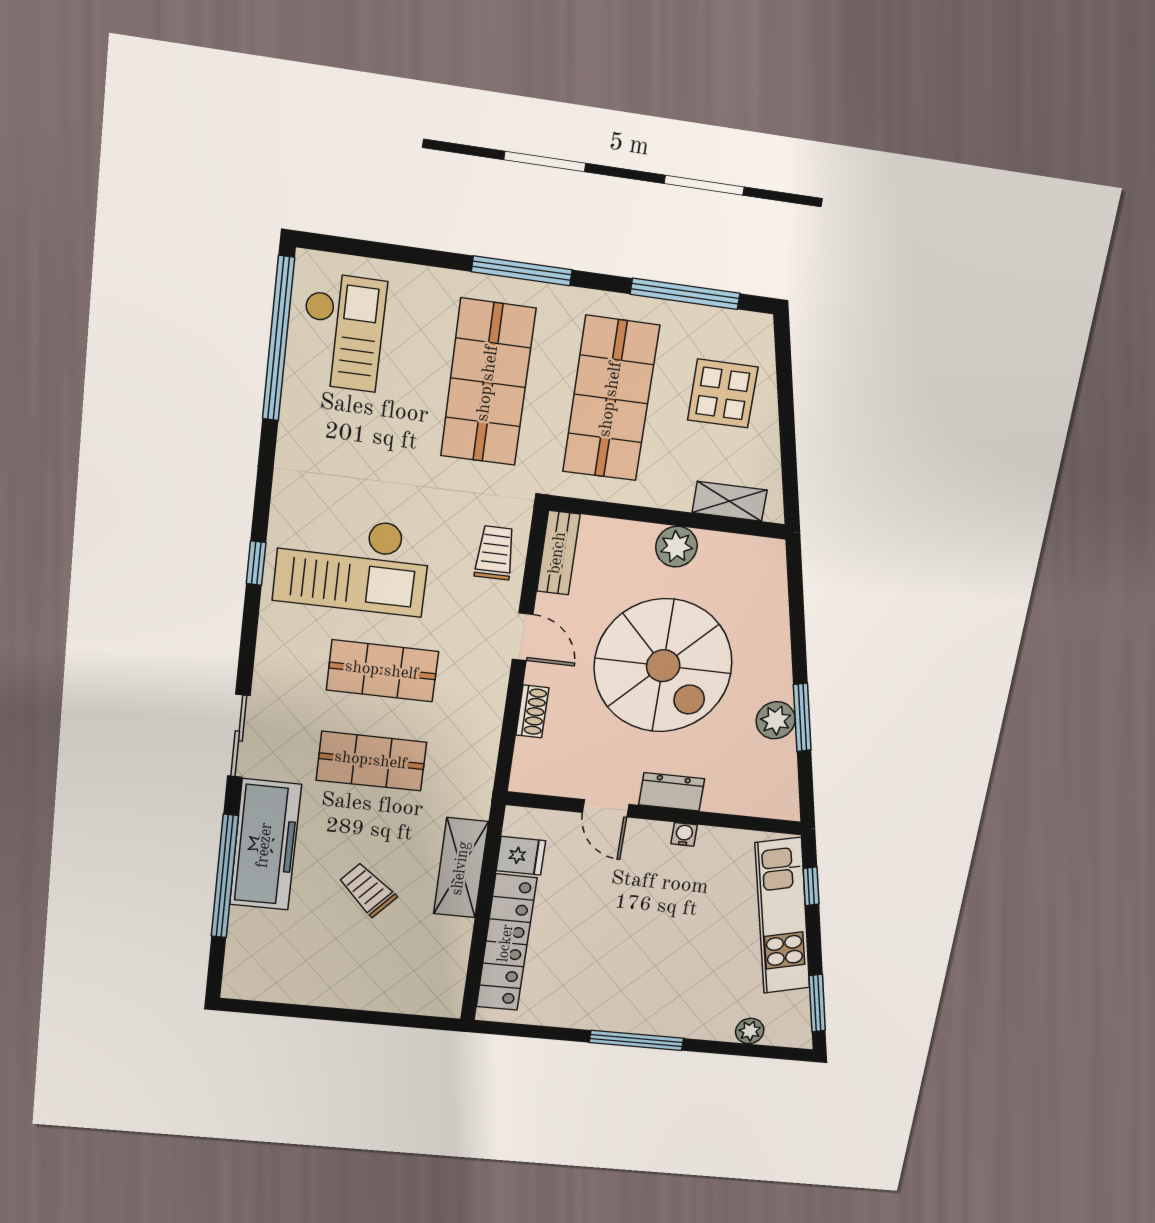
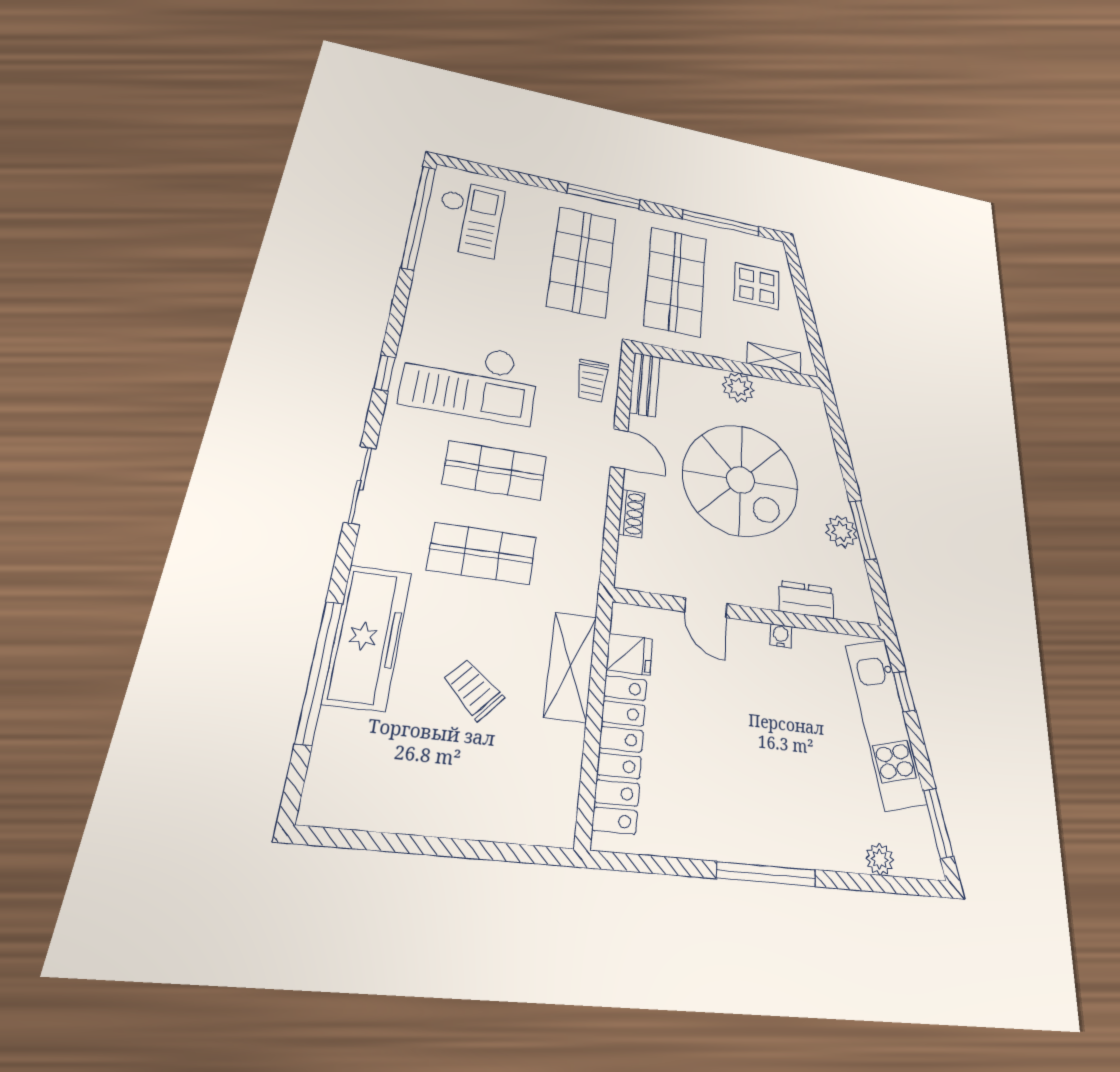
trolley: (495, 553) -> (592, 381), turned 180
sliding door: (239, 736) -> (360, 485), moved
dresser: (672, 792) -> (807, 600), moved

